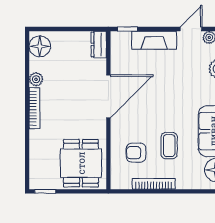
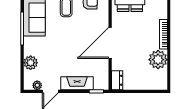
floor lamp: (40, 46) -> (160, 79), removed
plant: (36, 79) -> (158, 60), width x1.88, depth x1.88

